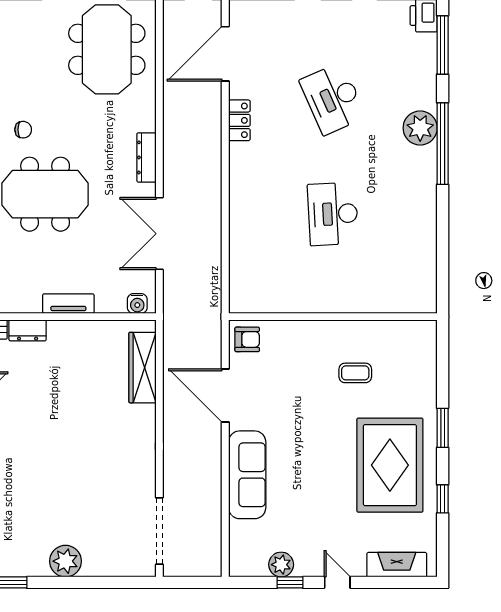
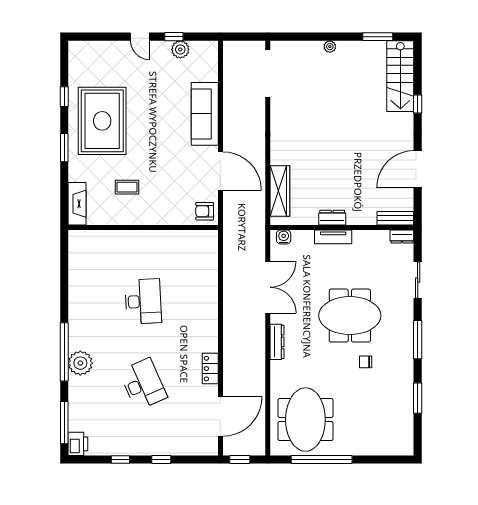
dresser: (28, 330) -> (332, 218), moved
plant: (66, 561) -> (330, 47), width x0.53, depth x0.53
fireplace: (397, 565) -> (77, 204), moved, turned -90

